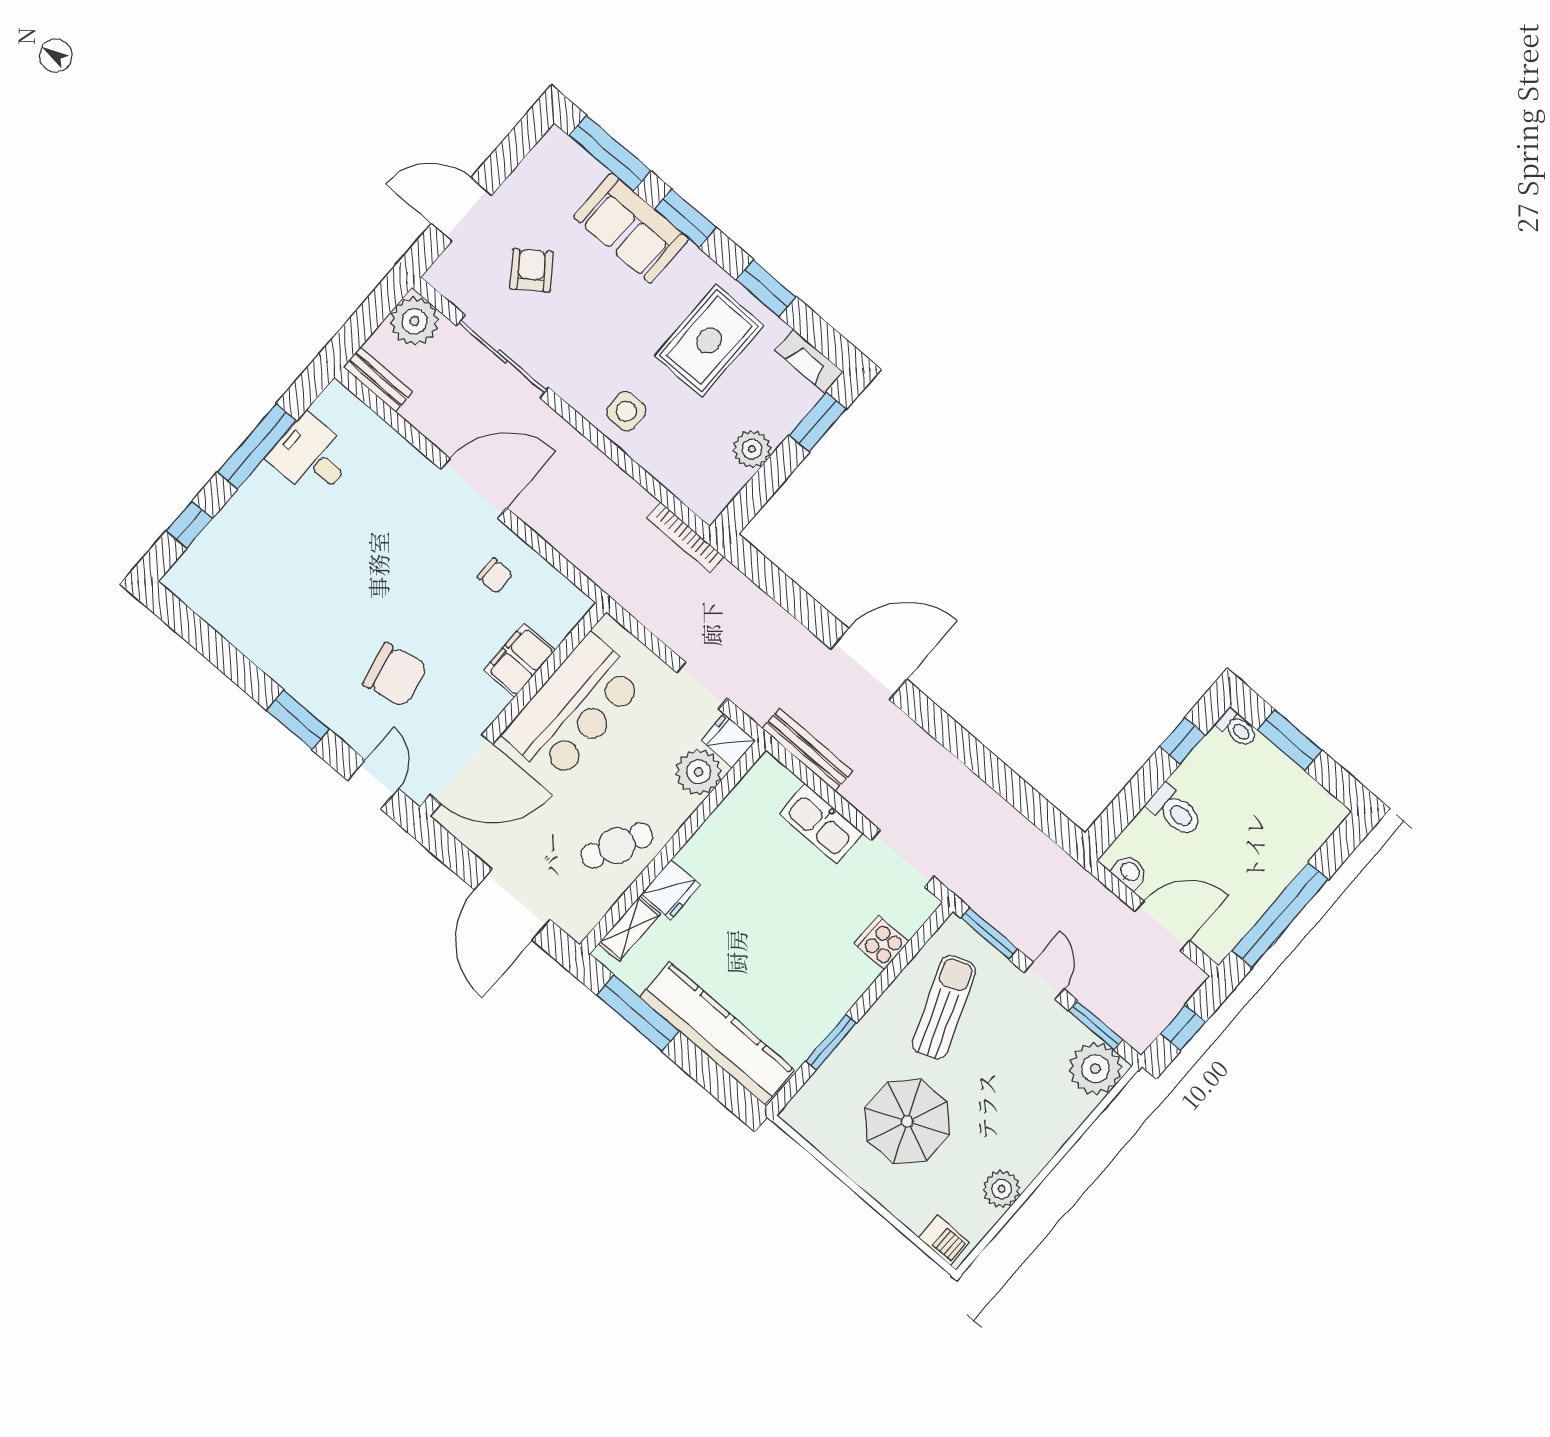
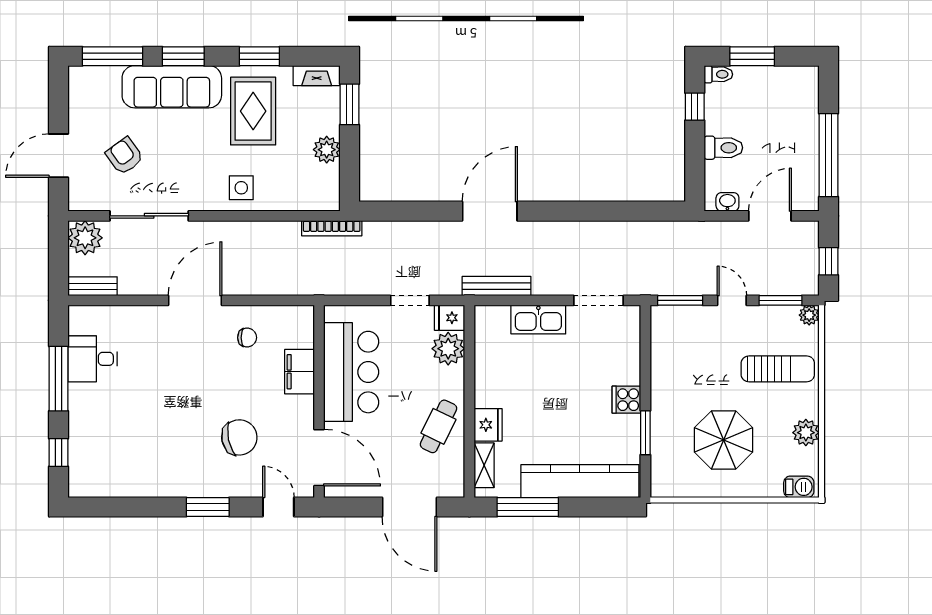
sofa: (631, 228) -> (172, 87), width x1.36
door: (461, 769) -> (319, 458), hinge flipped
cooker: (881, 943) -> (626, 400), moved
sun lounger: (944, 1007) -> (778, 369), moved, turned 111
plant: (1095, 1069) -> (809, 315), width x0.53, depth x0.53

